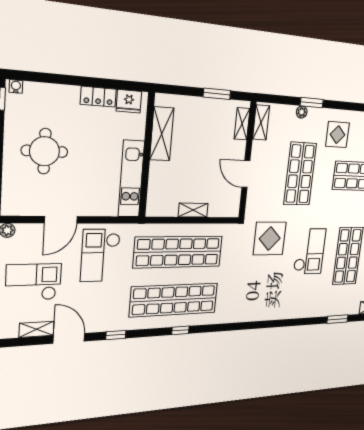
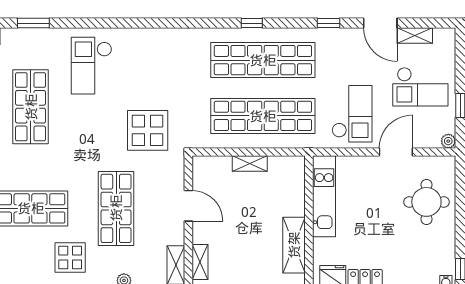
round table: (45, 151) -> (426, 202), moved
checkout: (310, 251) -> (91, 66), moved

